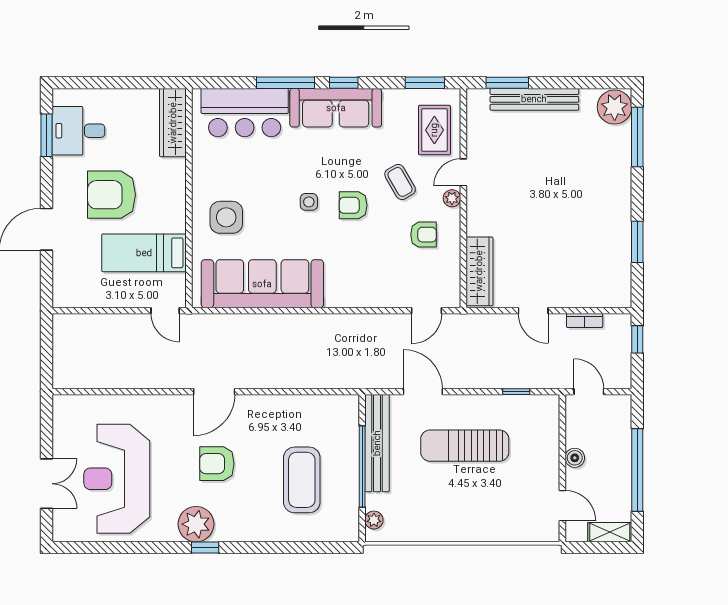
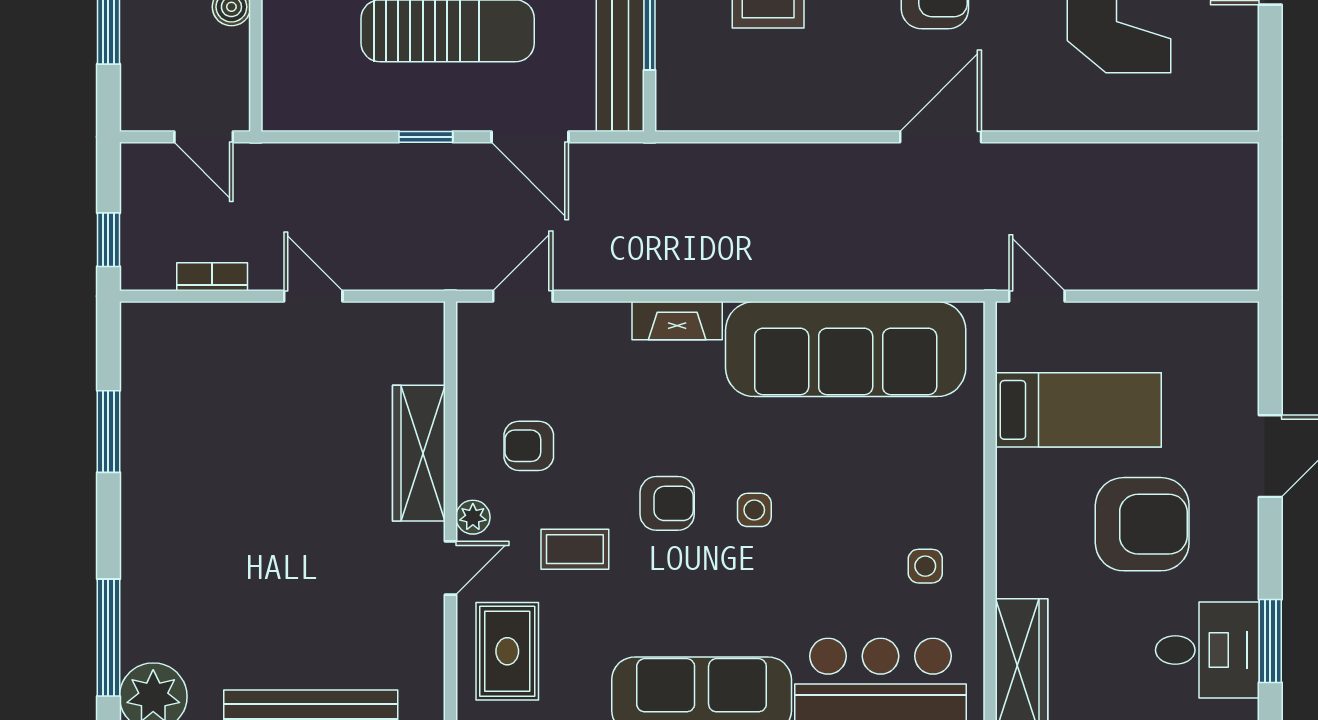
coffee table: (400, 182) -> (575, 549), turned -60
side table: (226, 217) -> (925, 566), moved, width x0.54, depth x0.54
wardrobe: (479, 271) -> (419, 453), moved
fireplace: (348, 298) -> (677, 321), added
window: (516, 392) -> (426, 137), moved

